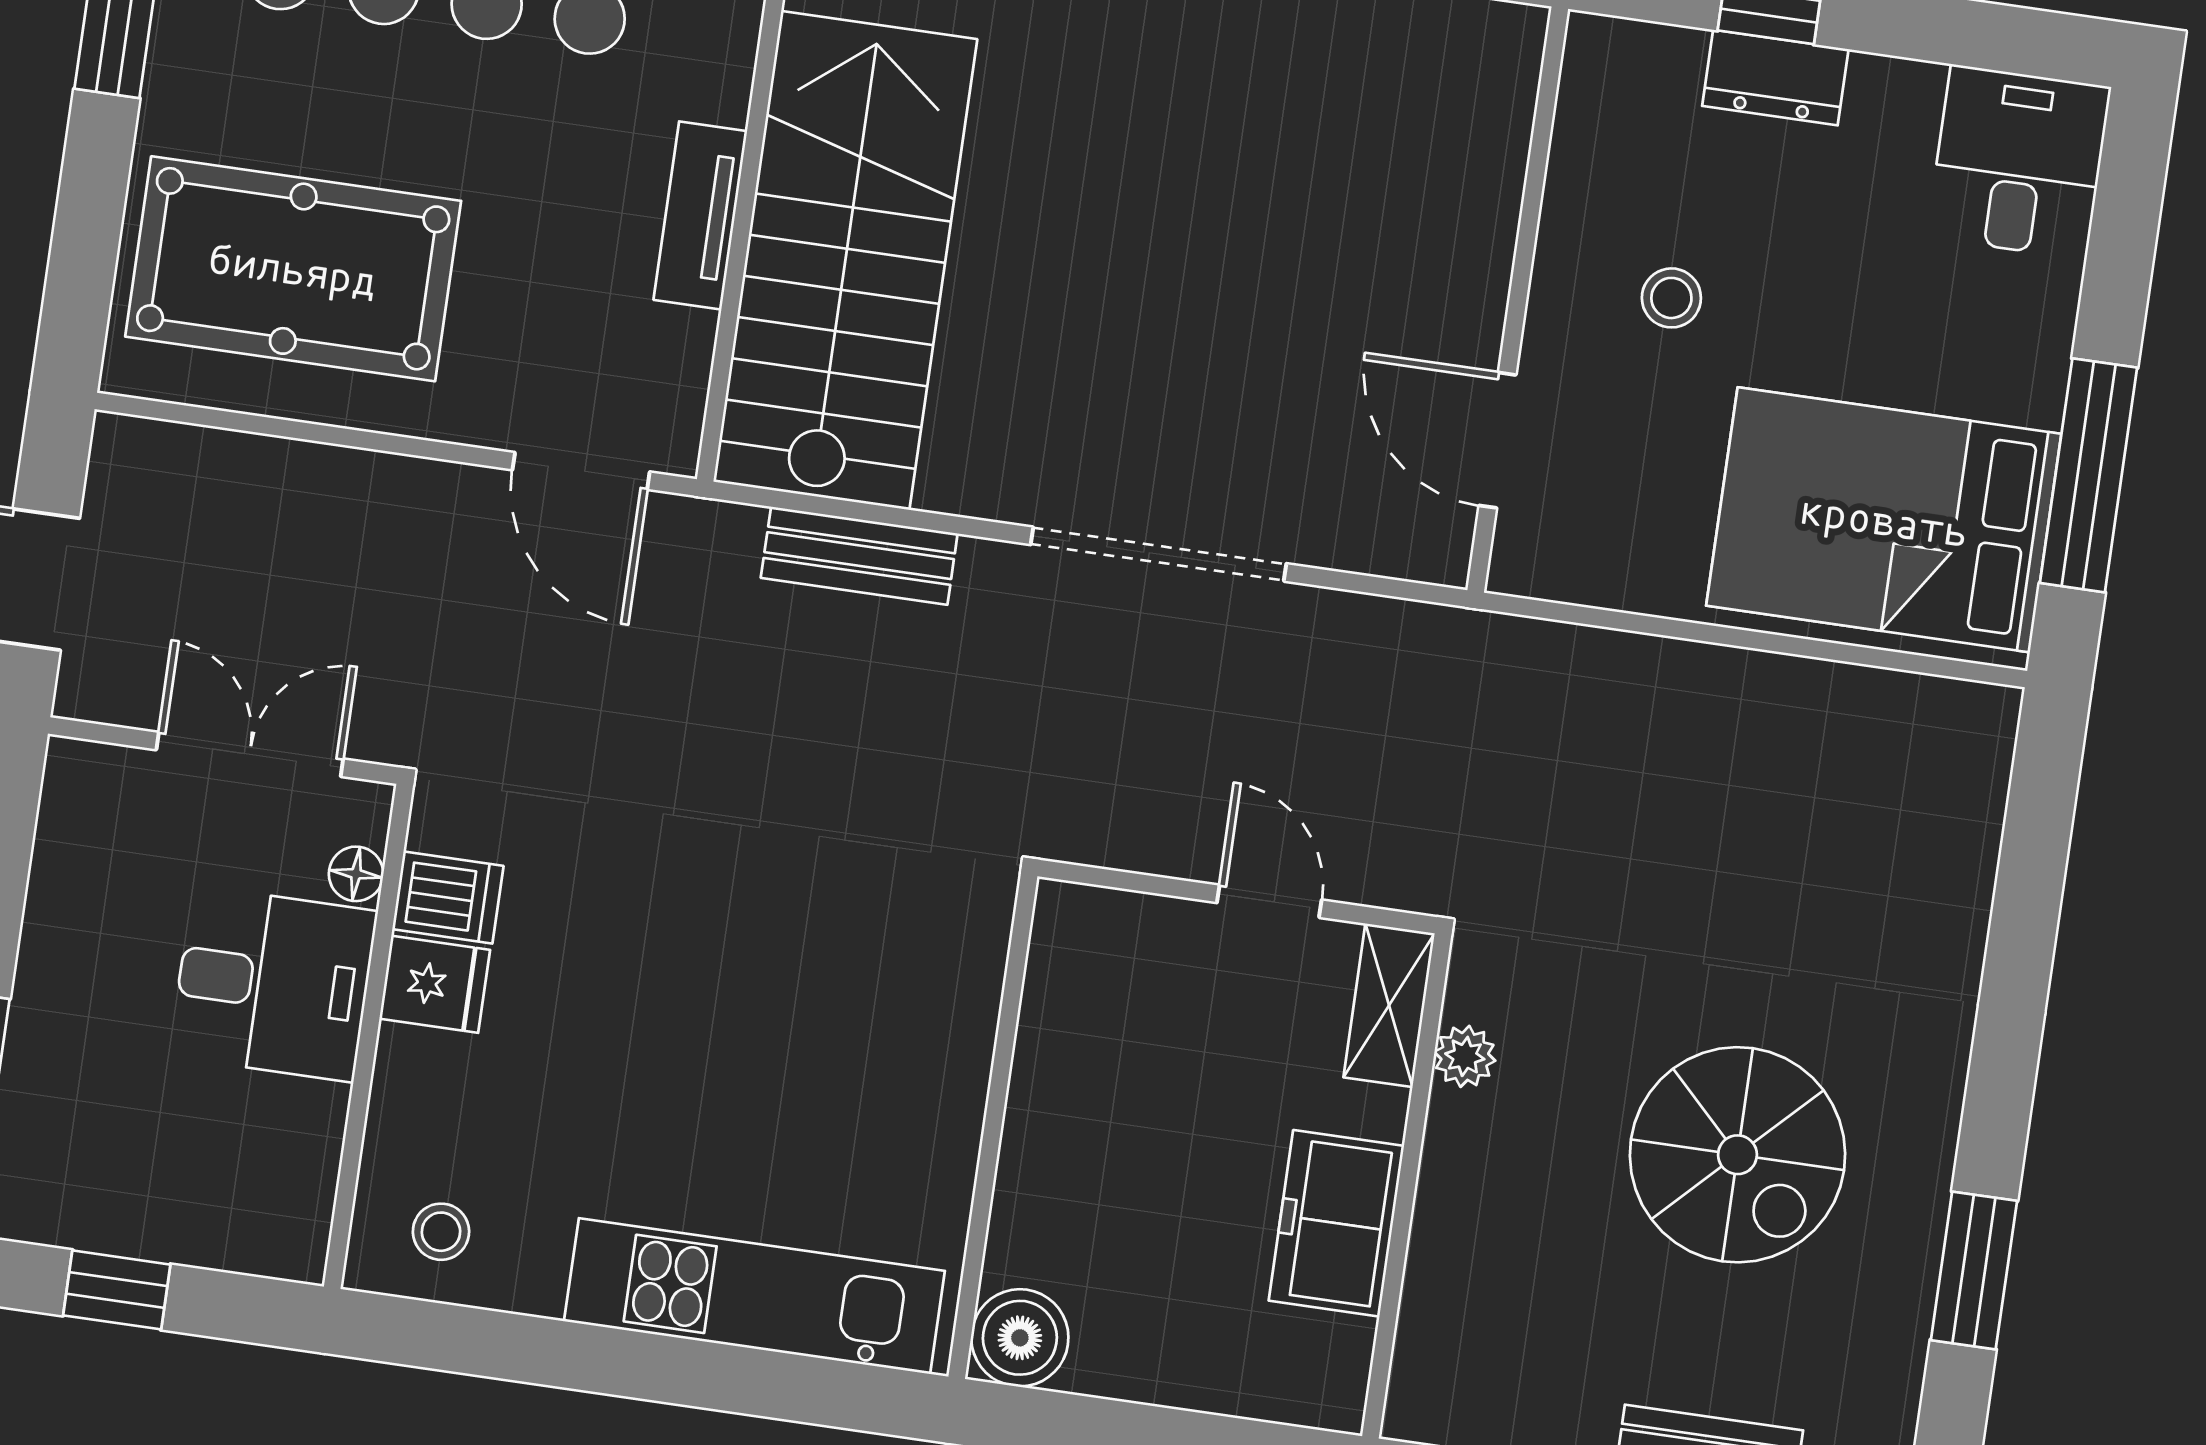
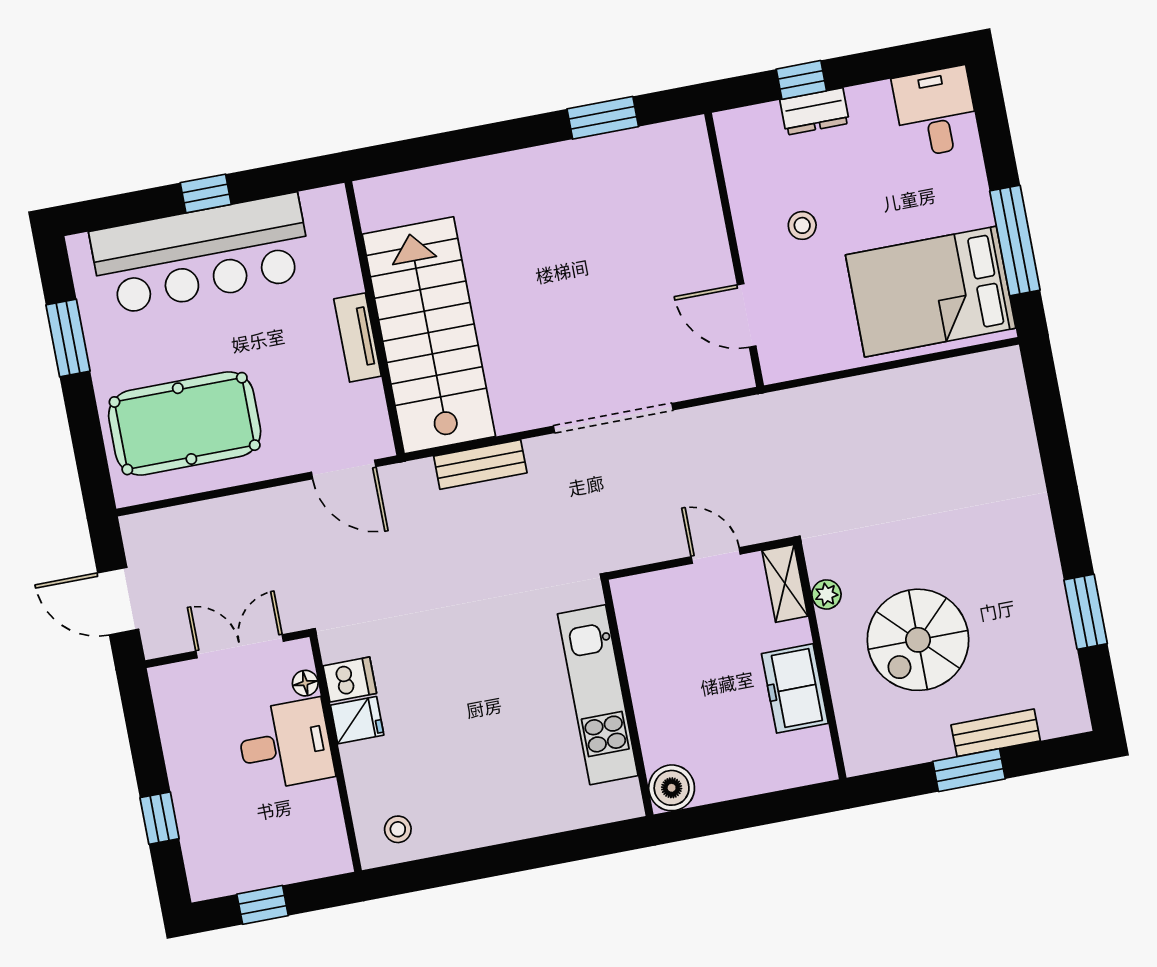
spiral stairs: (1737, 1155) -> (918, 640), moved, turned 90
kitchen unit: (754, 1296) -> (598, 695), moved, turned -90

